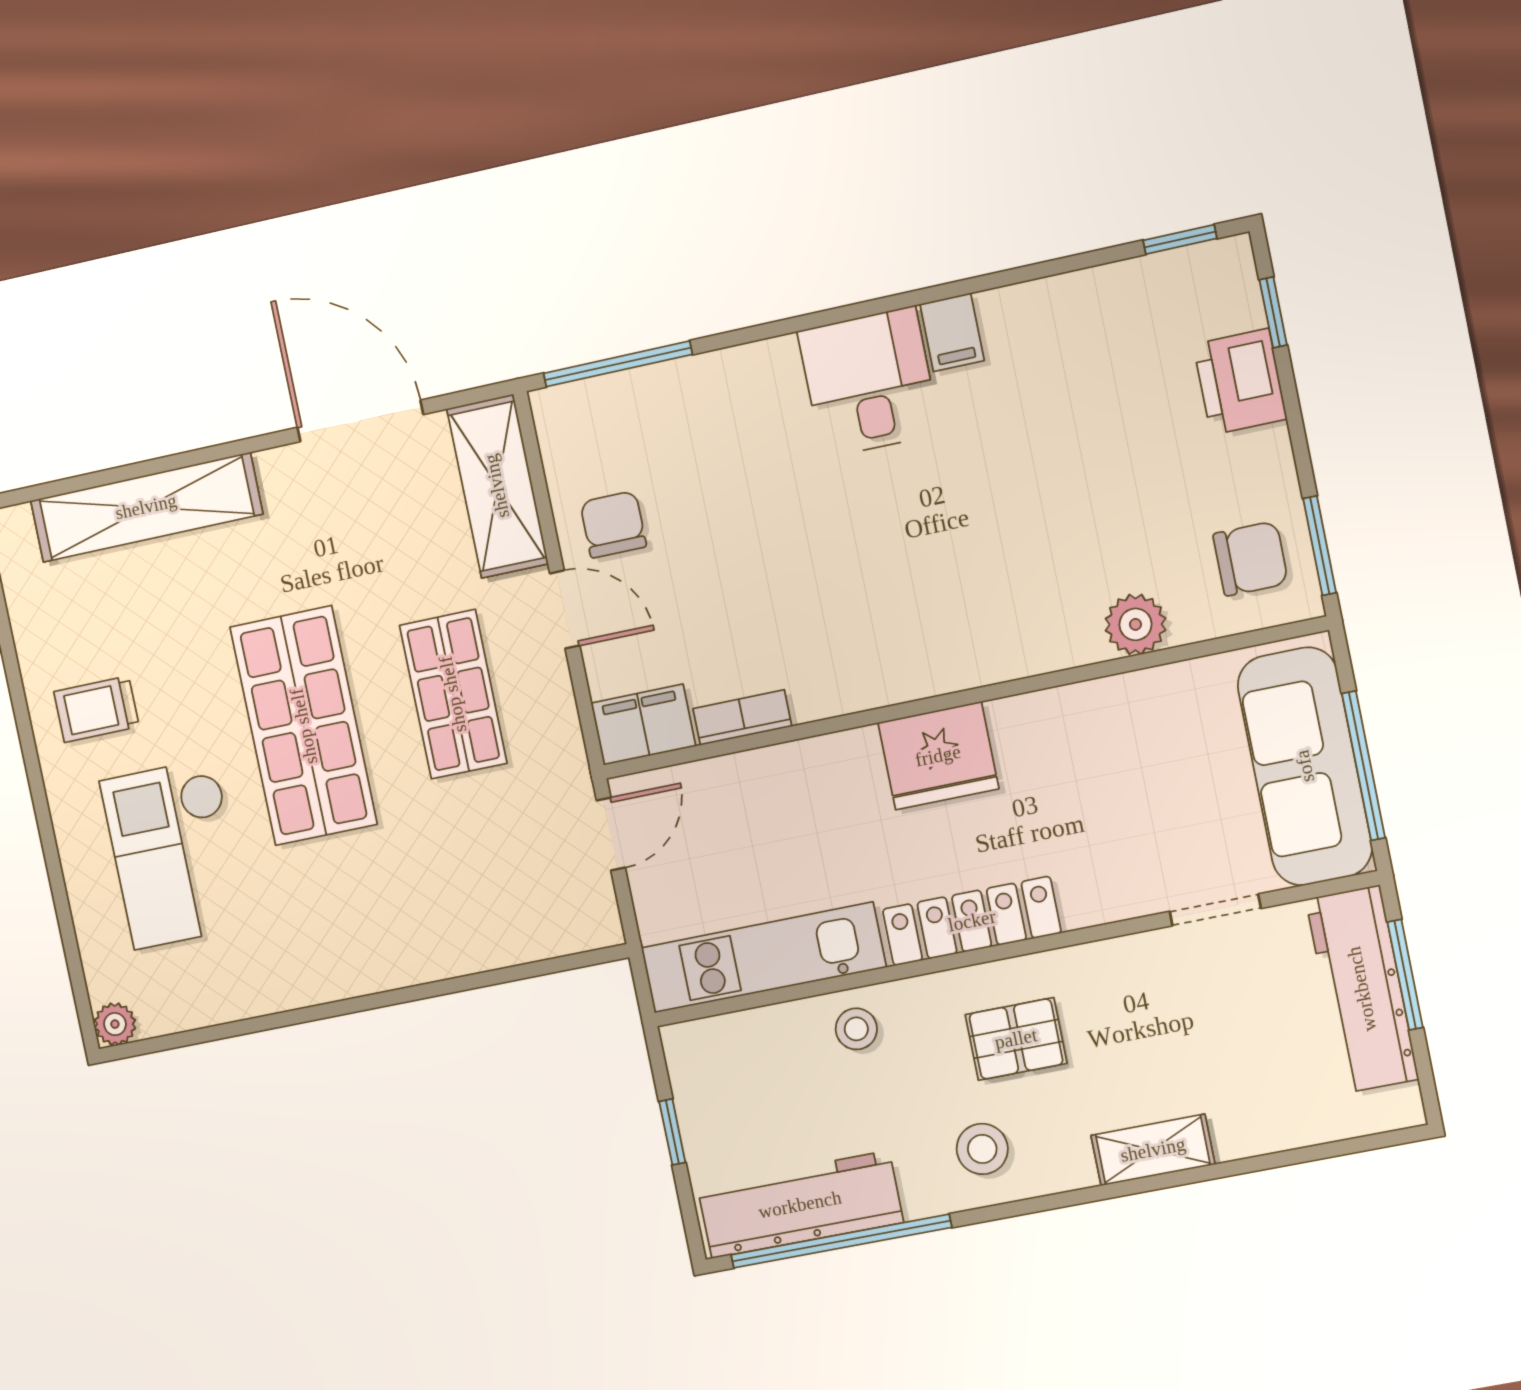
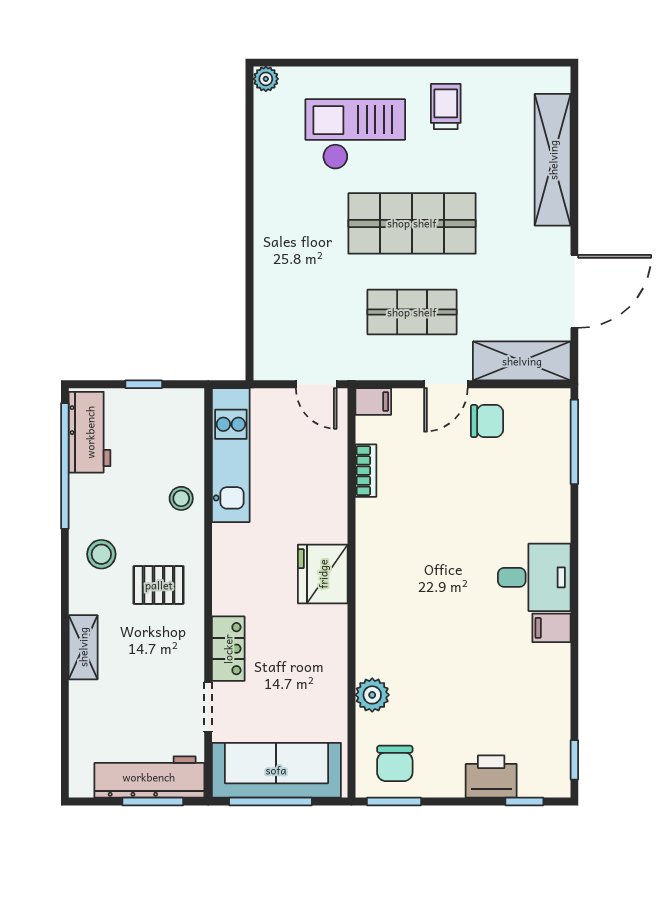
filing cabinet: (643, 725) -> (373, 402), width x0.50
locker: (972, 921) -> (228, 649), moved, width x0.66
pallet: (1016, 1039) -> (159, 585), turned 90
workbench: (800, 1205) -> (90, 432), width x0.73

